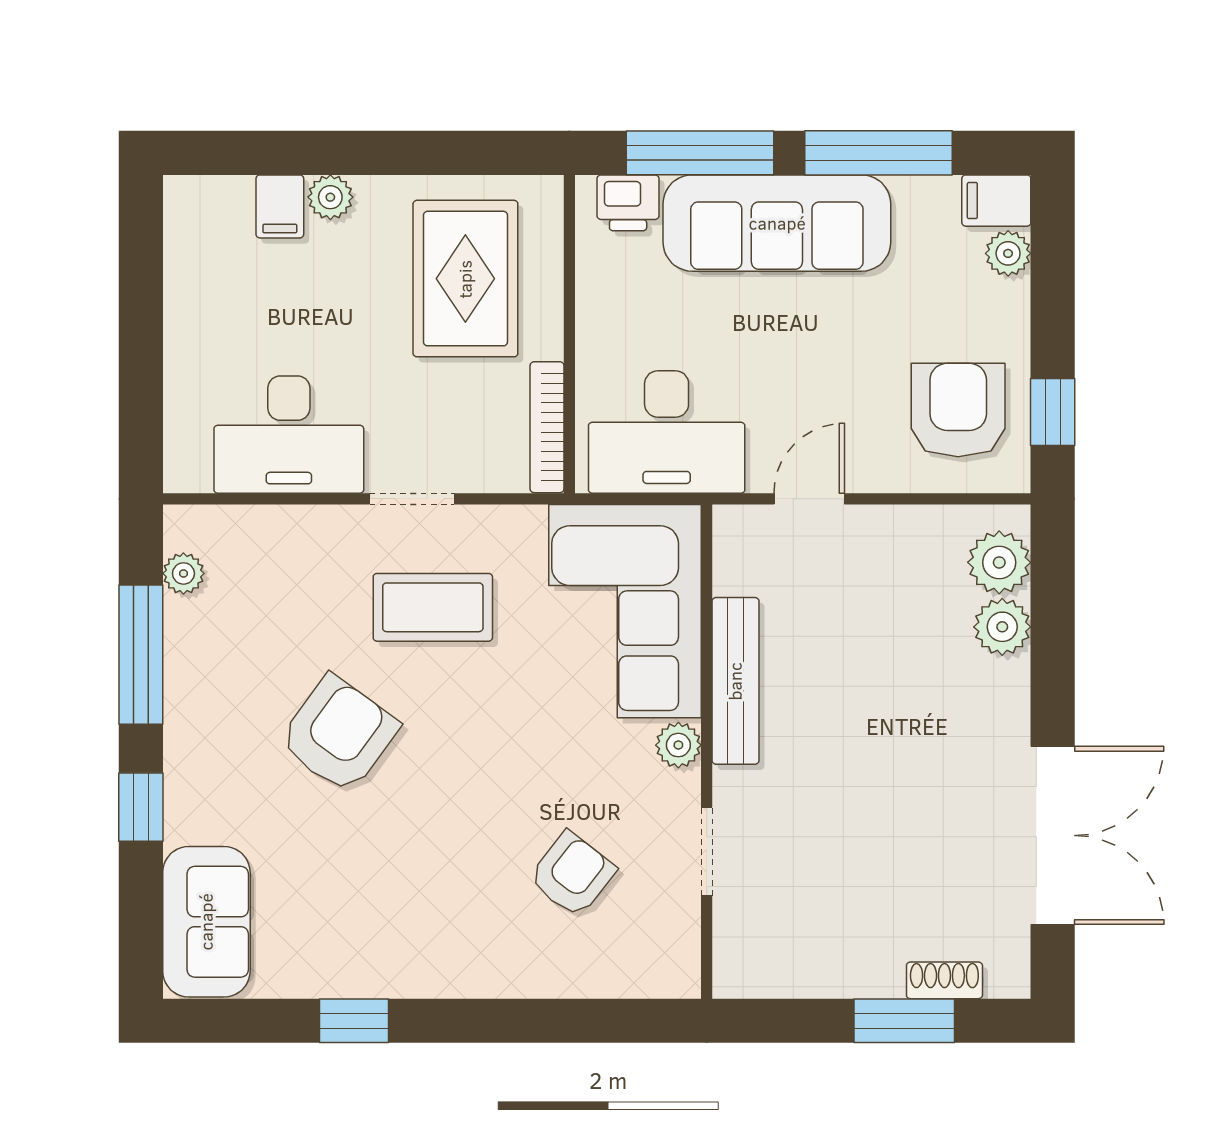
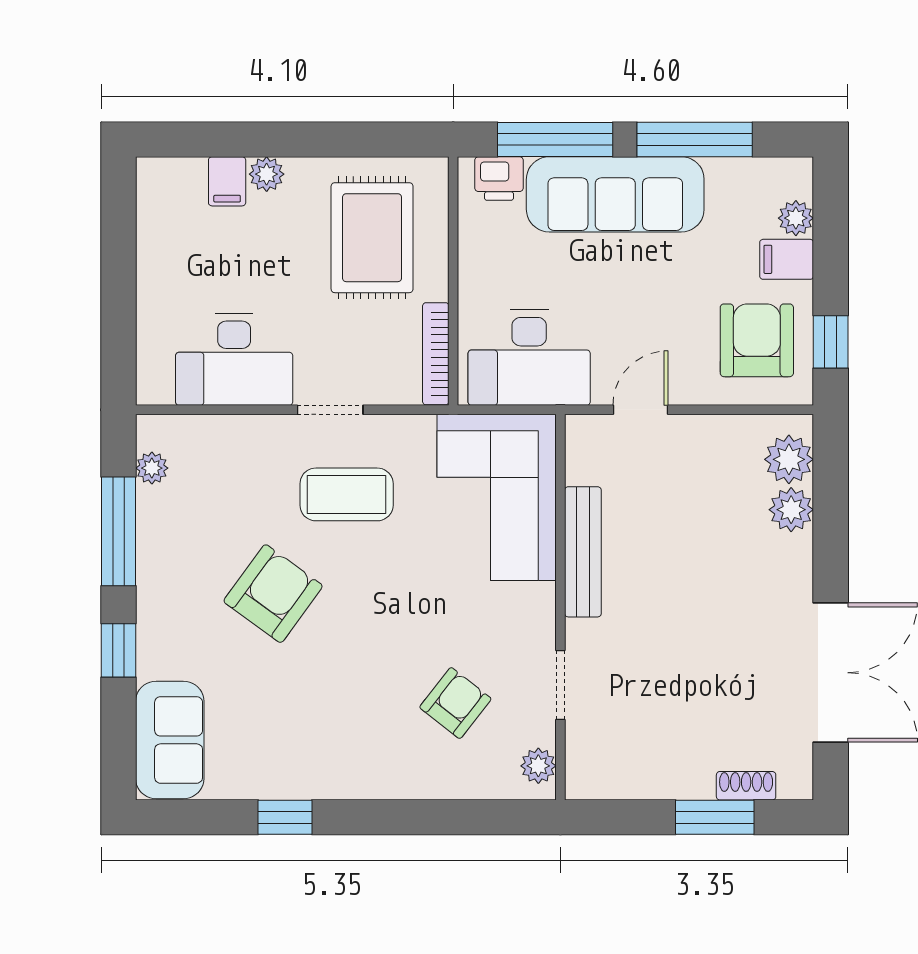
filing cabinet: (996, 201) -> (787, 259), moved
plant: (678, 745) -> (538, 766), moved

